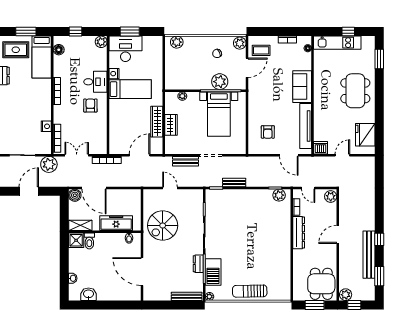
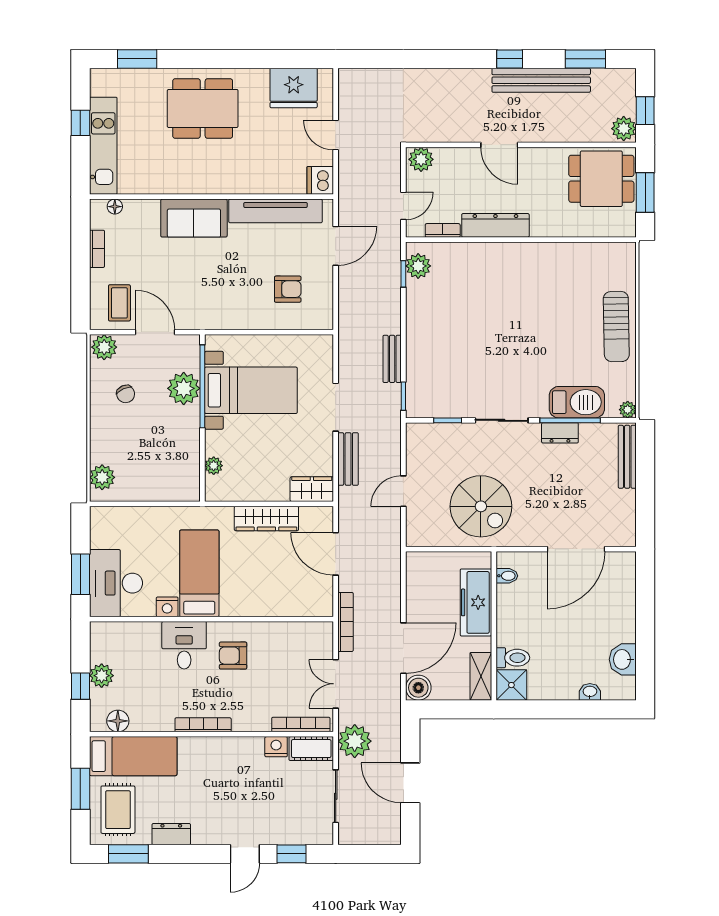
plant: (101, 42) -> (102, 676), moved
wardrobe: (171, 125) -> (312, 489), moved
cot: (45, 143) -> (311, 749), added

